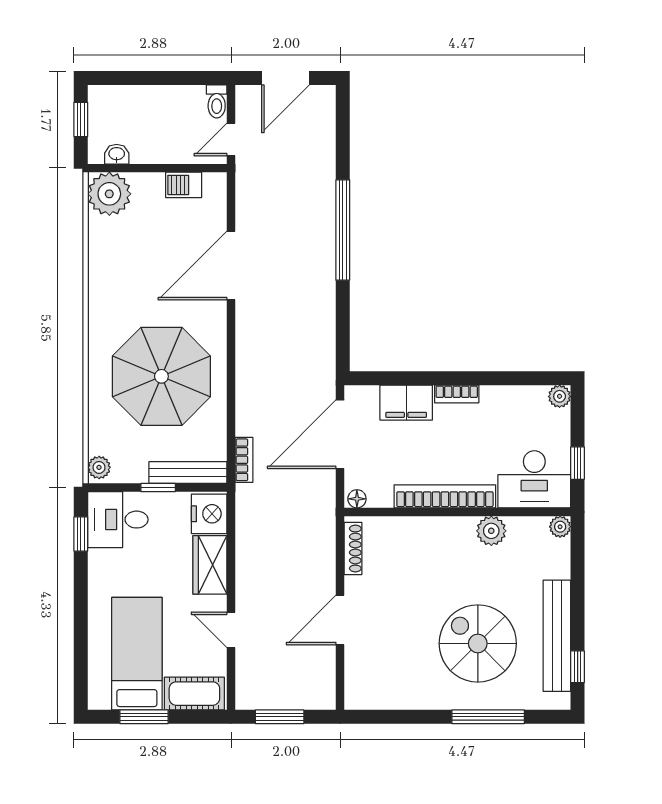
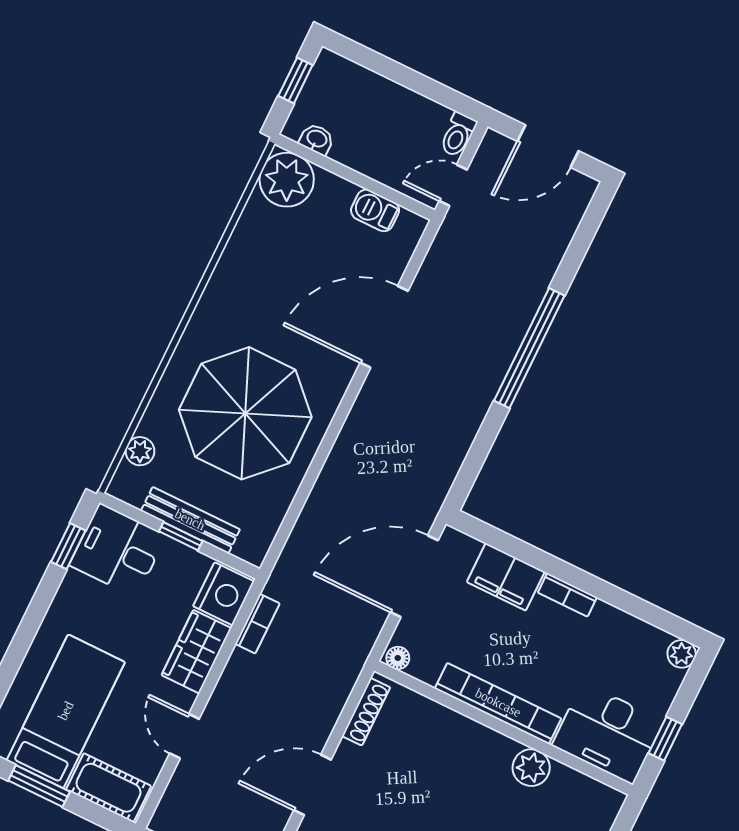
bookcase: (244, 460) -> (257, 624), moved
plant: (99, 467) -> (140, 451), moved
bench: (188, 472) -> (190, 520), moved
plant: (560, 527) -> (611, 801), removed

